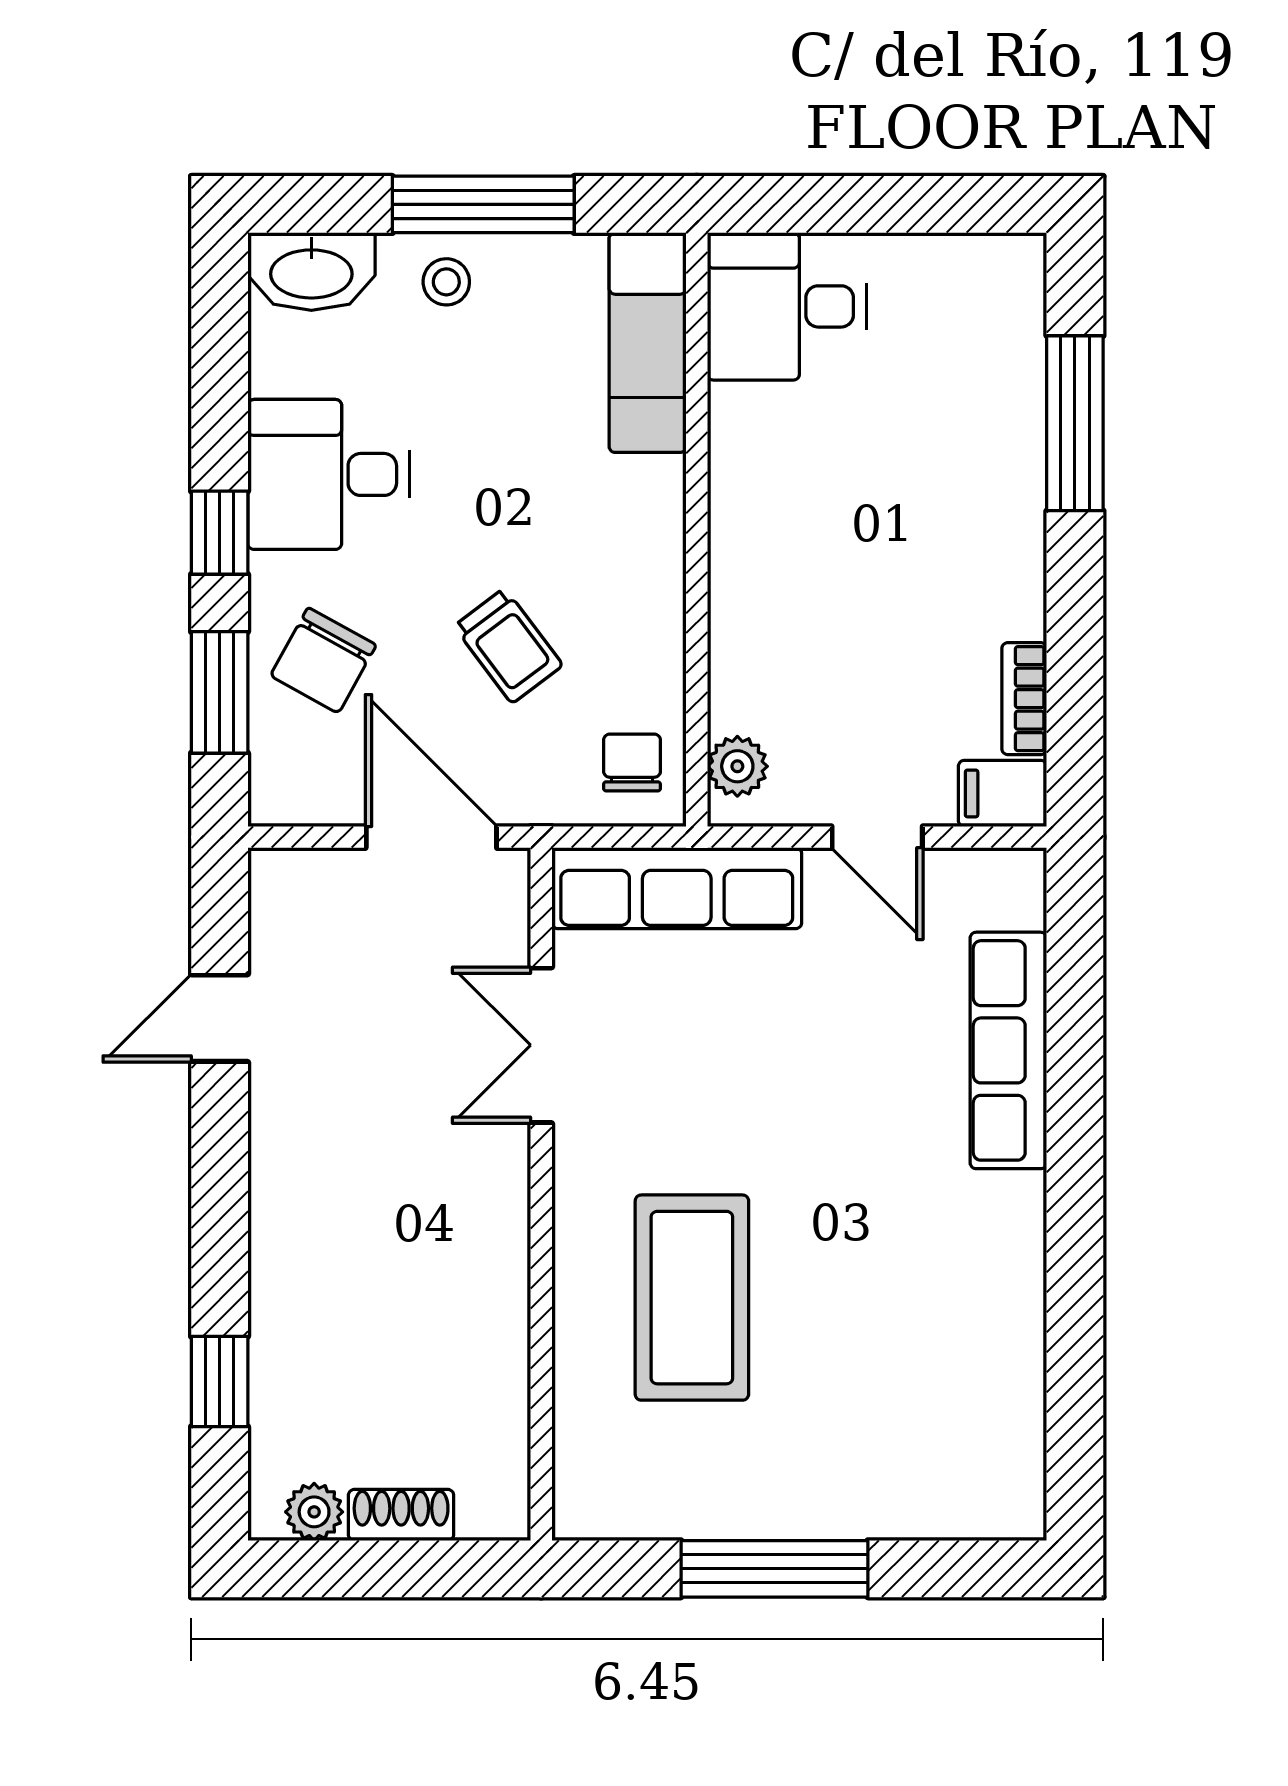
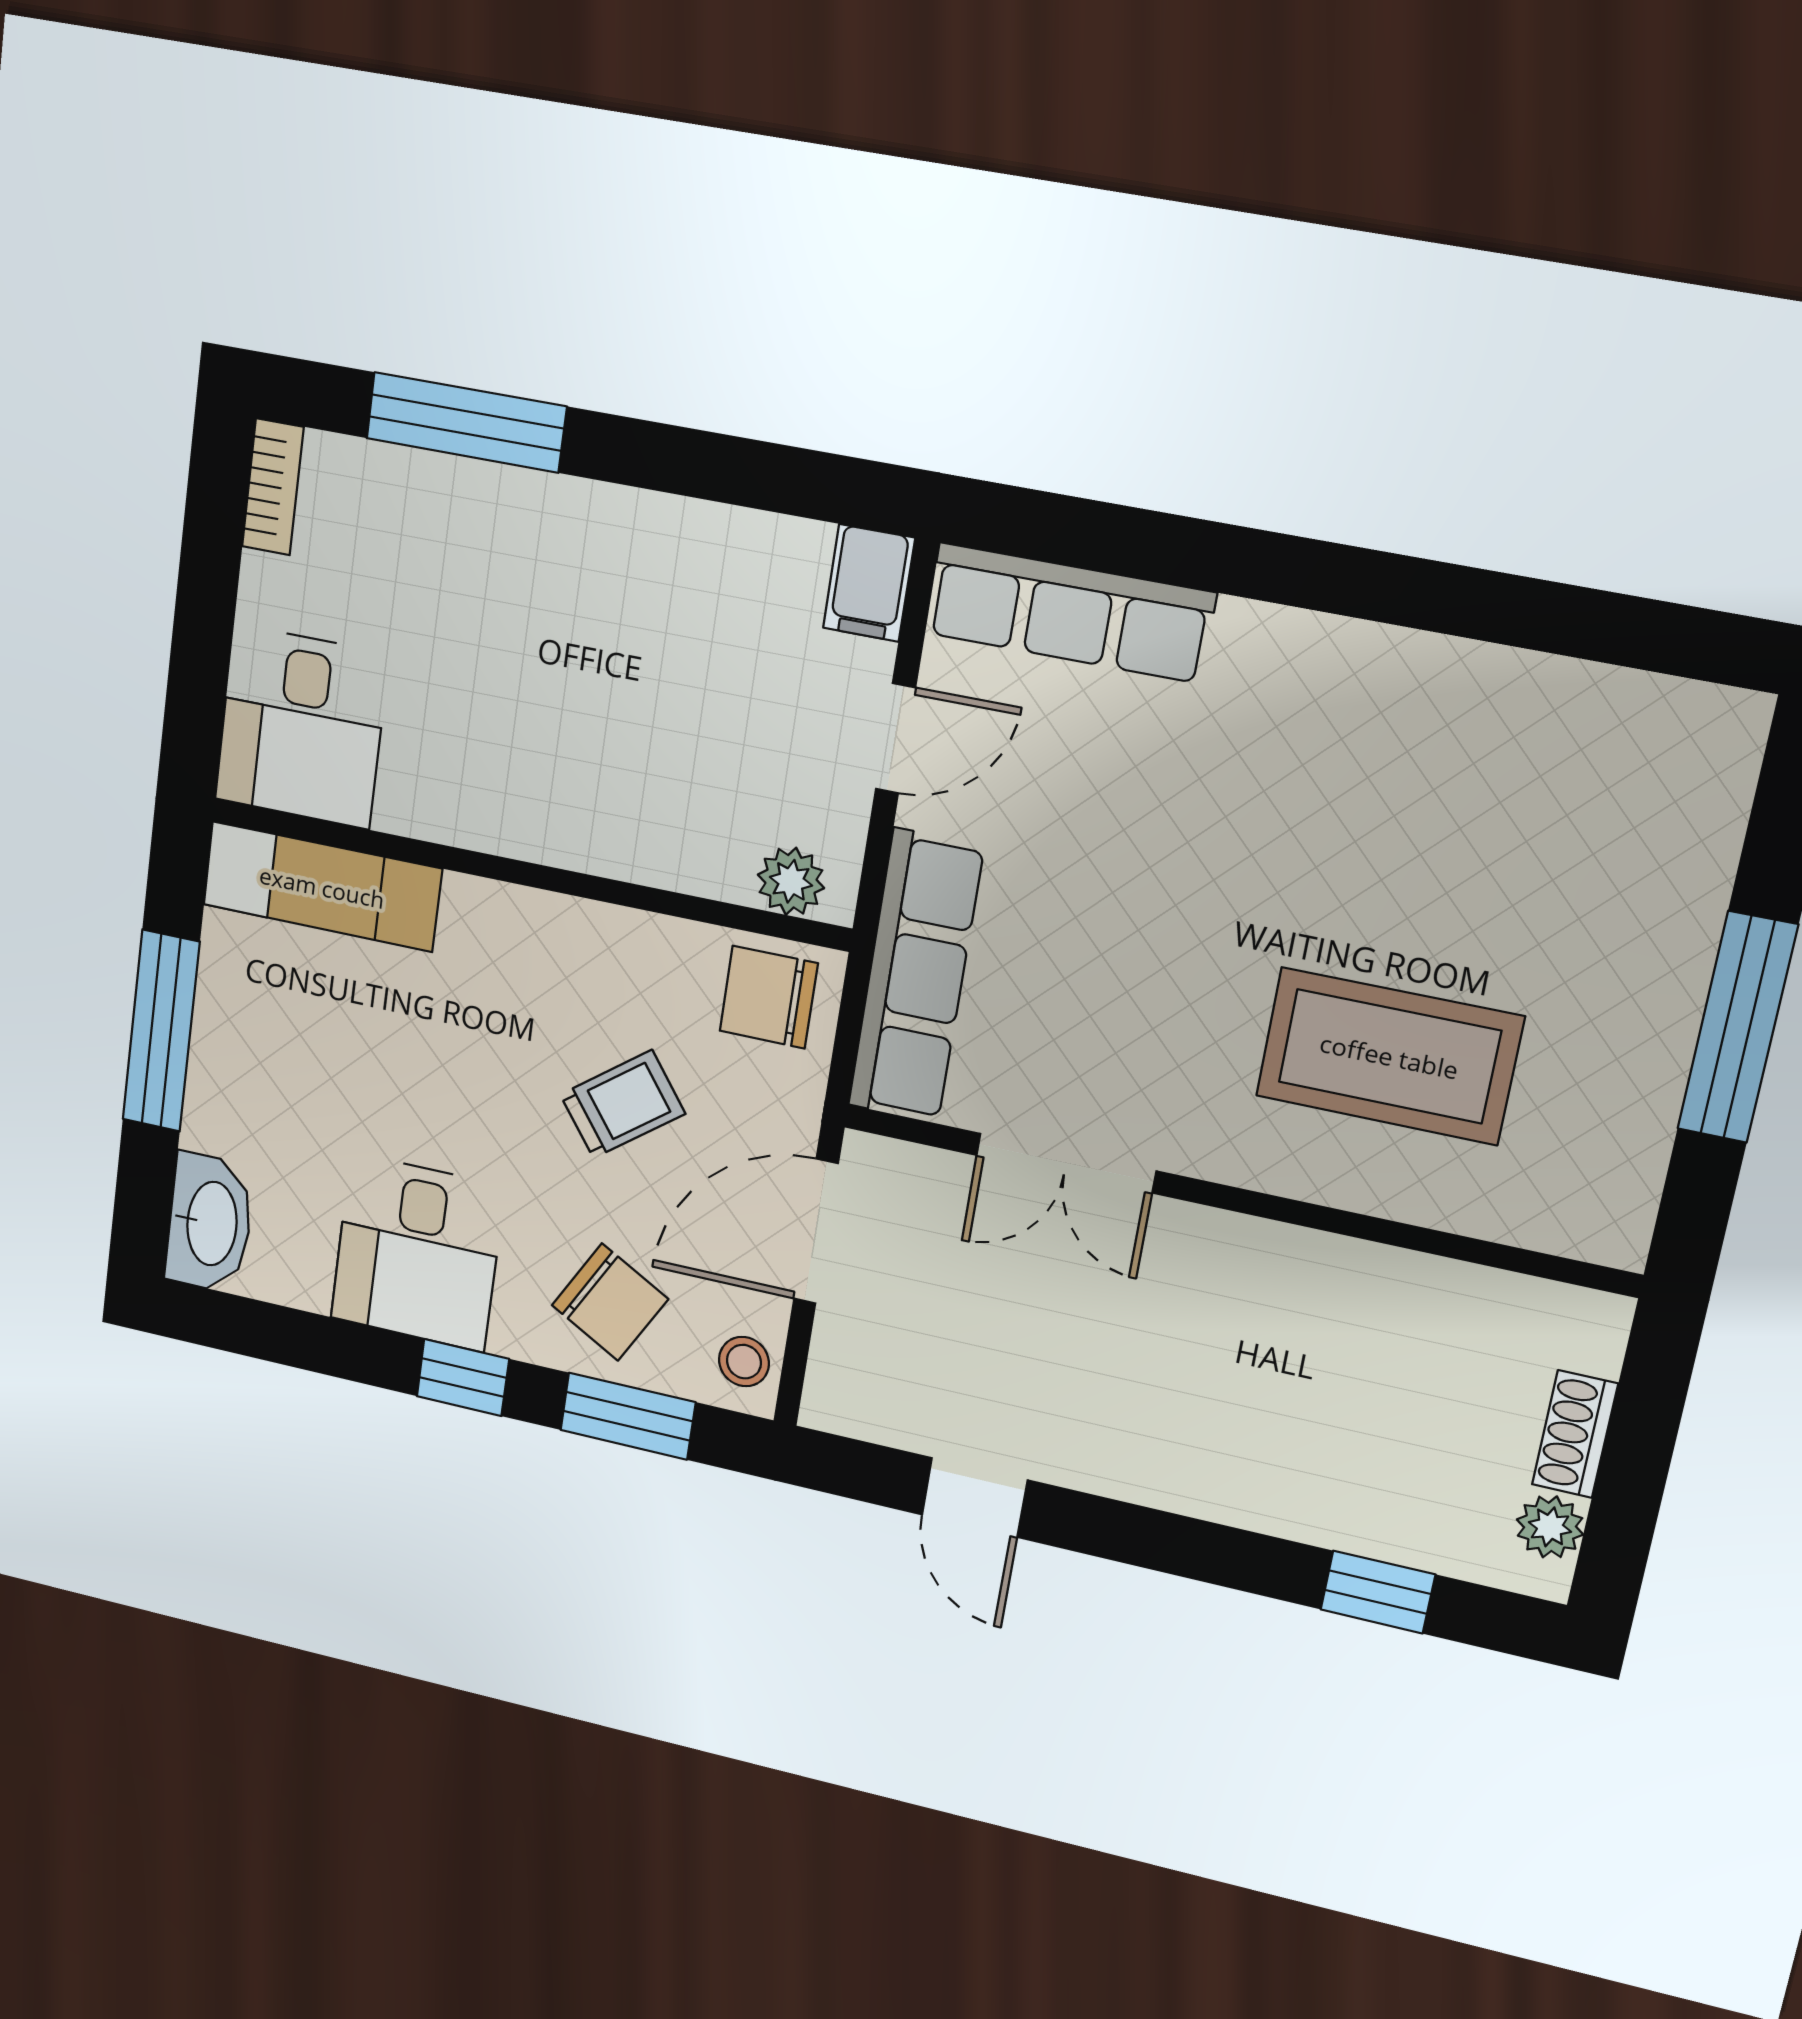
stool: (446, 282) -> (744, 1362), moved
bookcase: (1024, 699) -> (273, 487), moved, turned -90
chair: (632, 763) -> (769, 997), width x1.37, depth x1.37
row of seats: (1008, 1050) -> (1070, 613), moved

